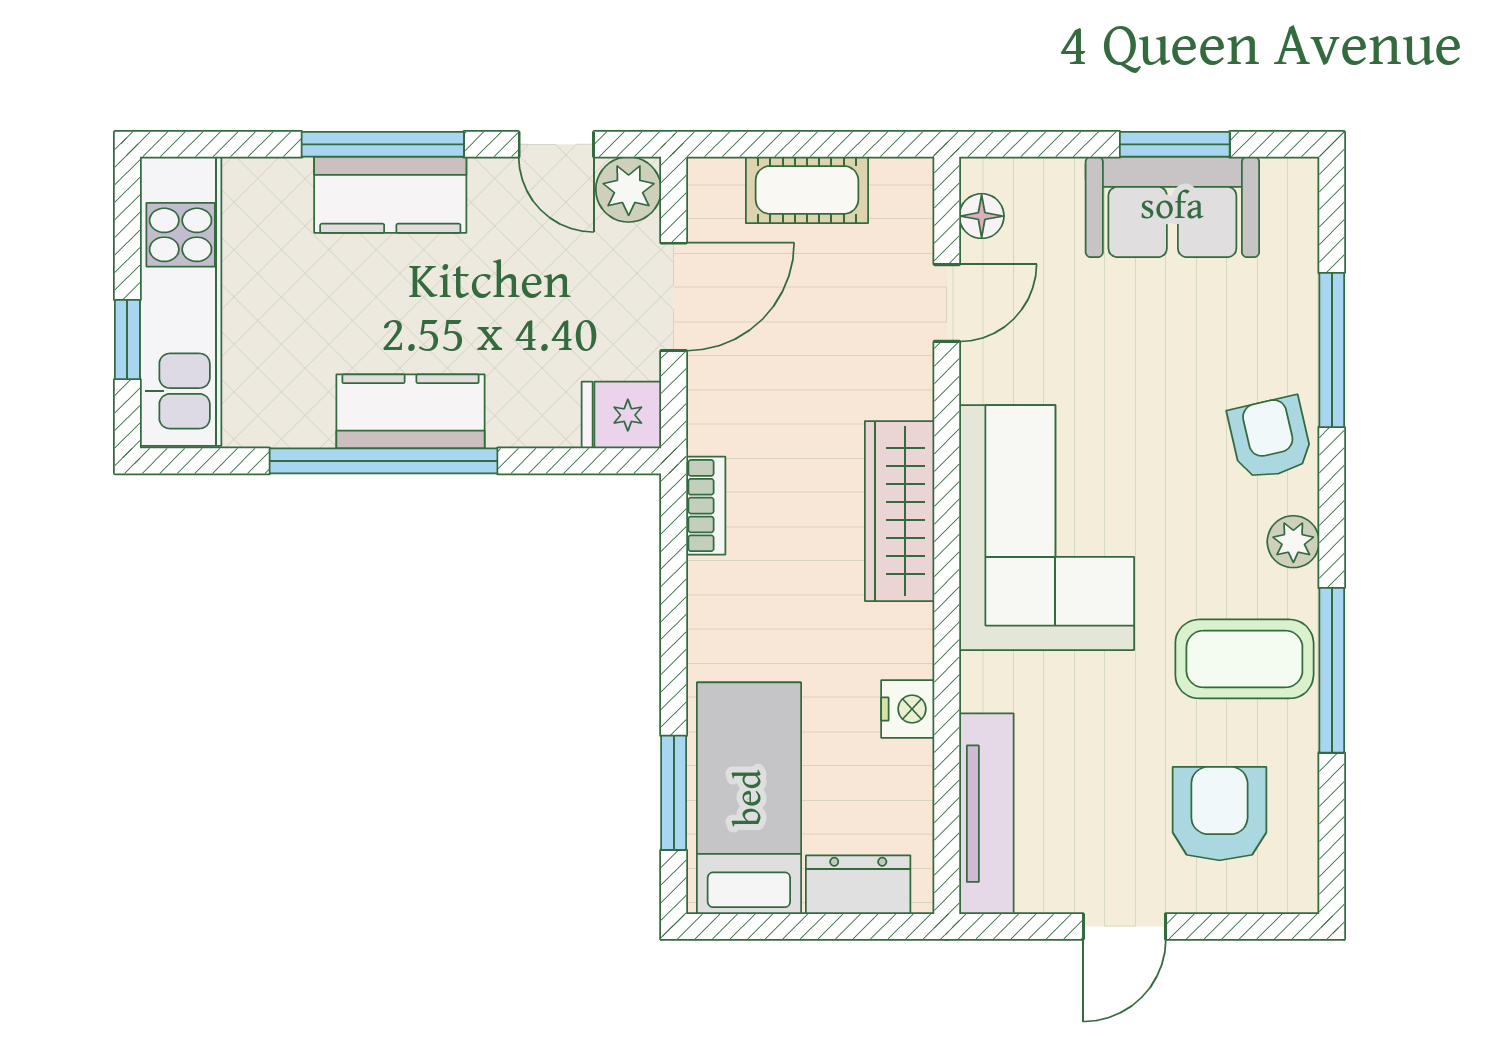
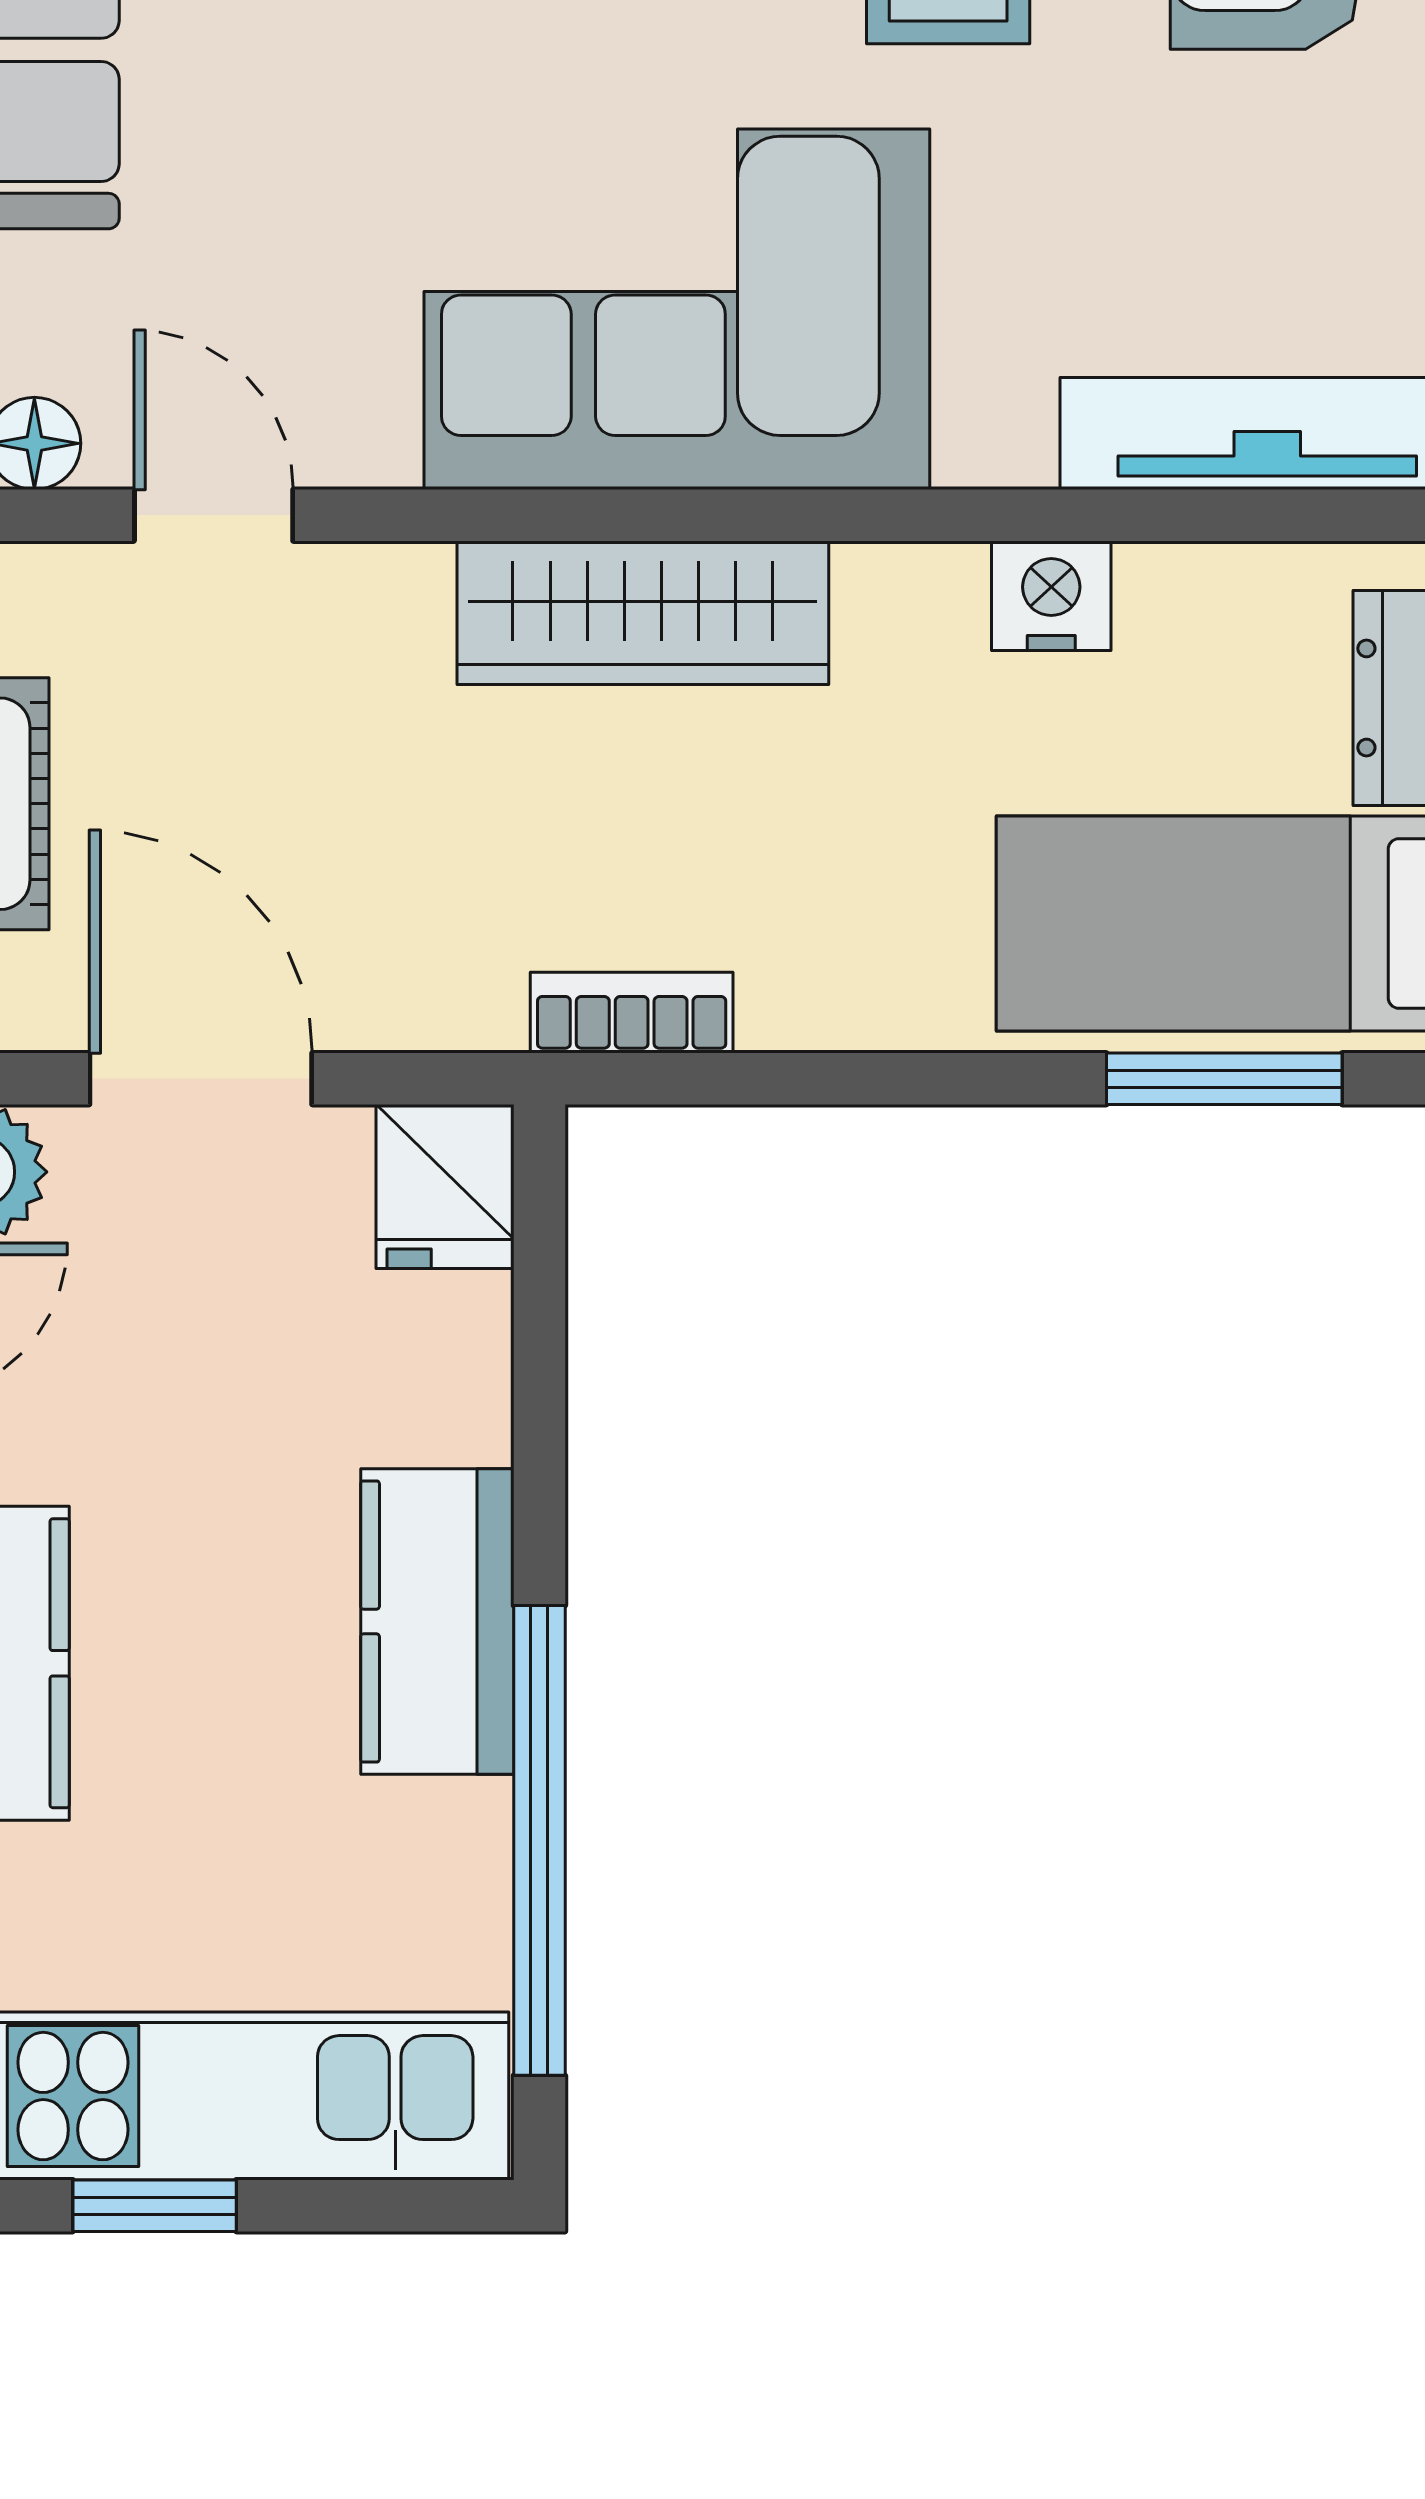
window: (127, 340) -> (155, 2206), moved
window: (383, 461) -> (539, 1840), moved

